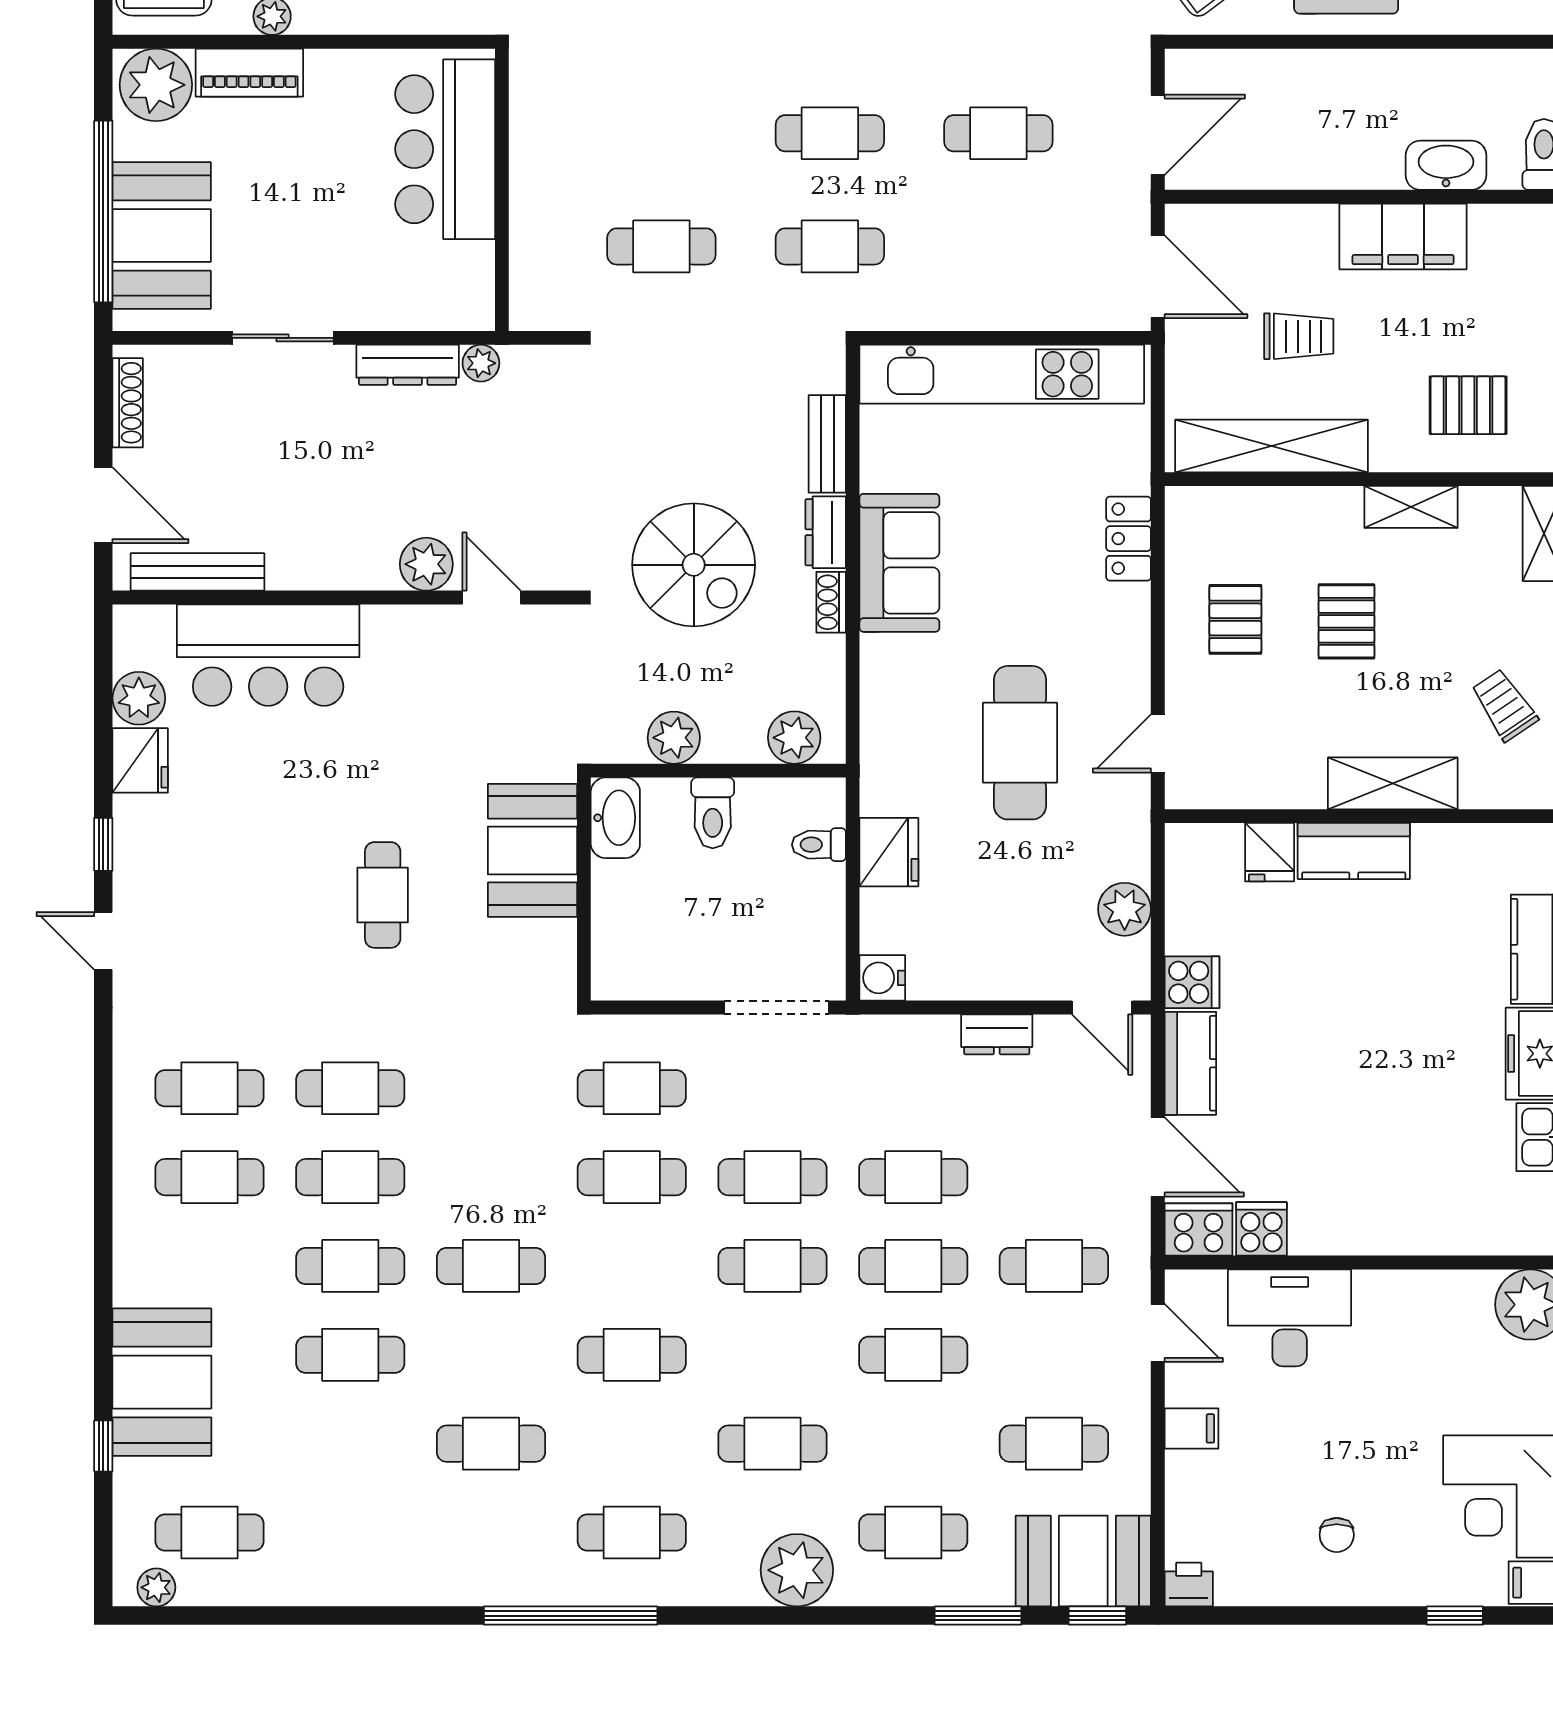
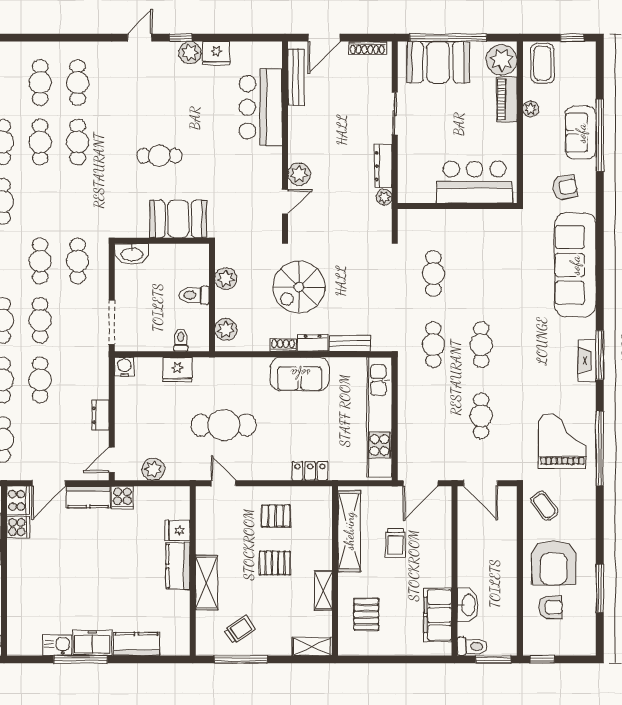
filing cabinet: (1403, 236) -> (438, 615), moved
plant: (139, 698) -> (190, 53), moved
washbasin: (615, 818) -> (132, 254), moved

